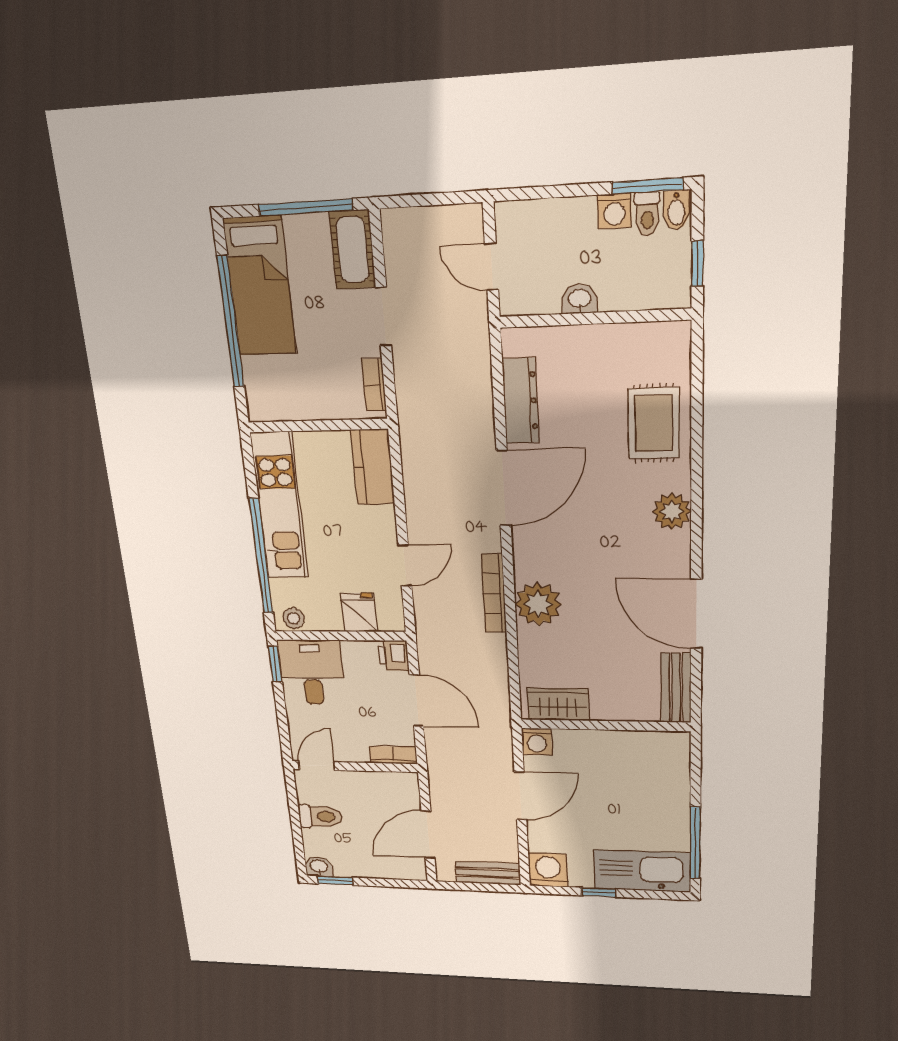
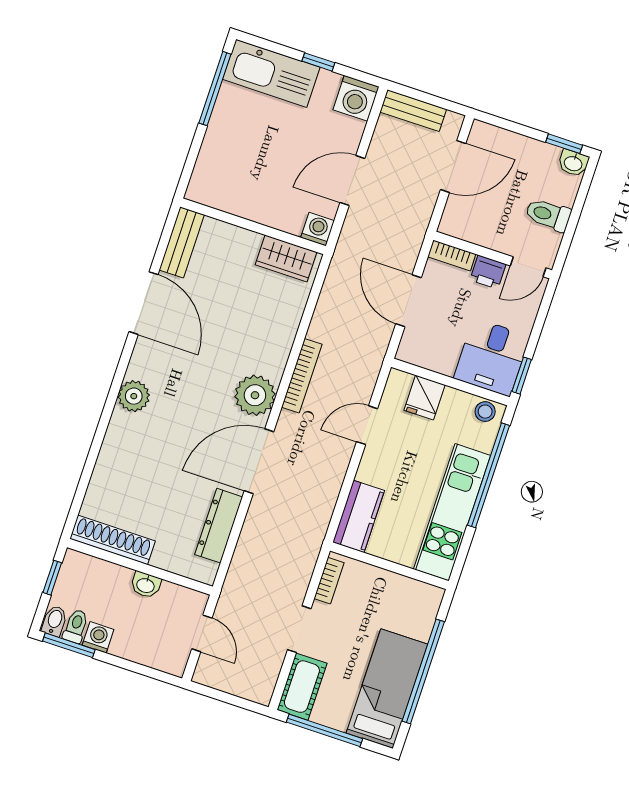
shoe rack: (639, 338) -> (113, 540), added
rug: (654, 423) -> (124, 471), removed
plant: (538, 604) -> (255, 395), moved
printer: (394, 655) -> (488, 272), moved, turned 90

